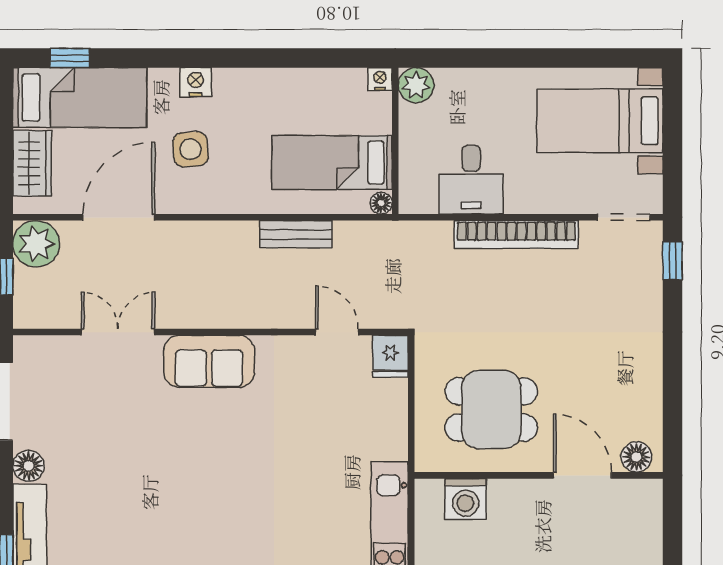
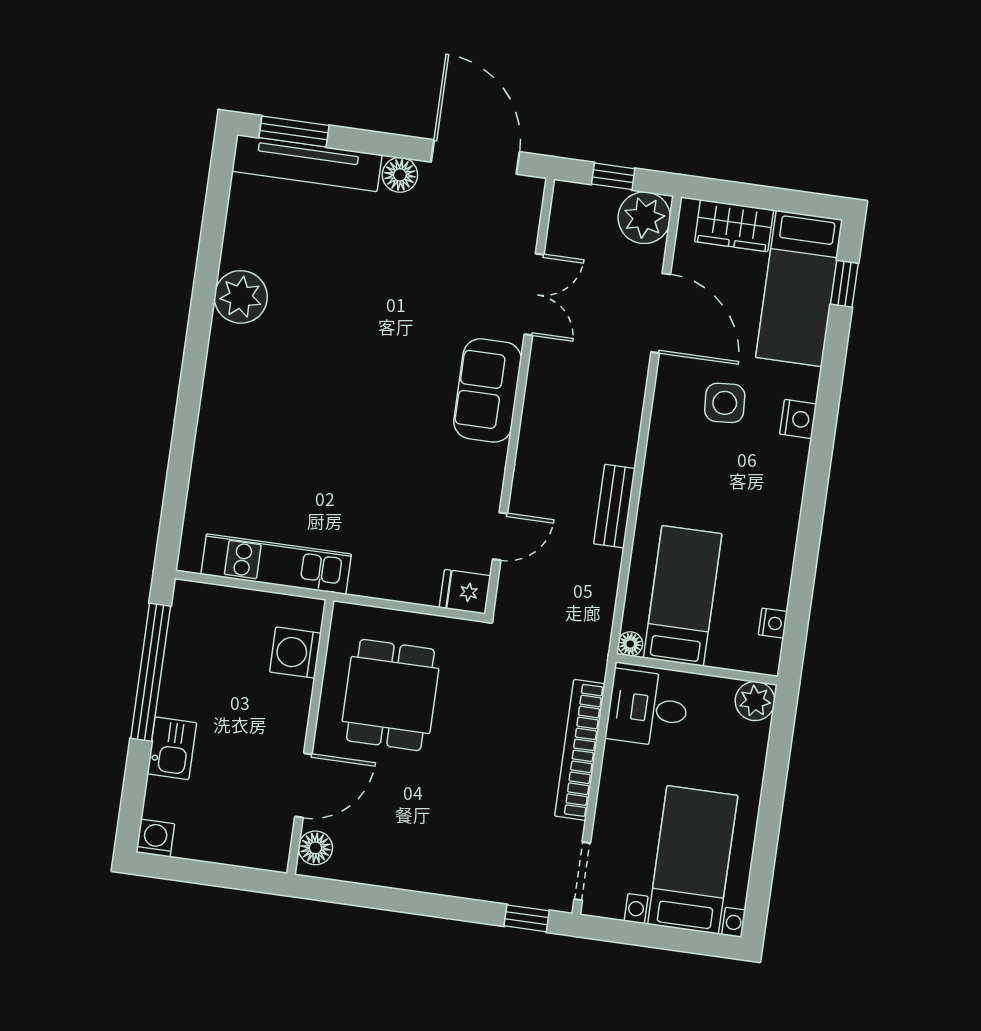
plant: (416, 85) -> (755, 701), moved
wall: (395, 141) -> (697, 669), moved
bed: (332, 163) -> (683, 596), moved
floor lamp: (381, 203) -> (630, 644), moved

